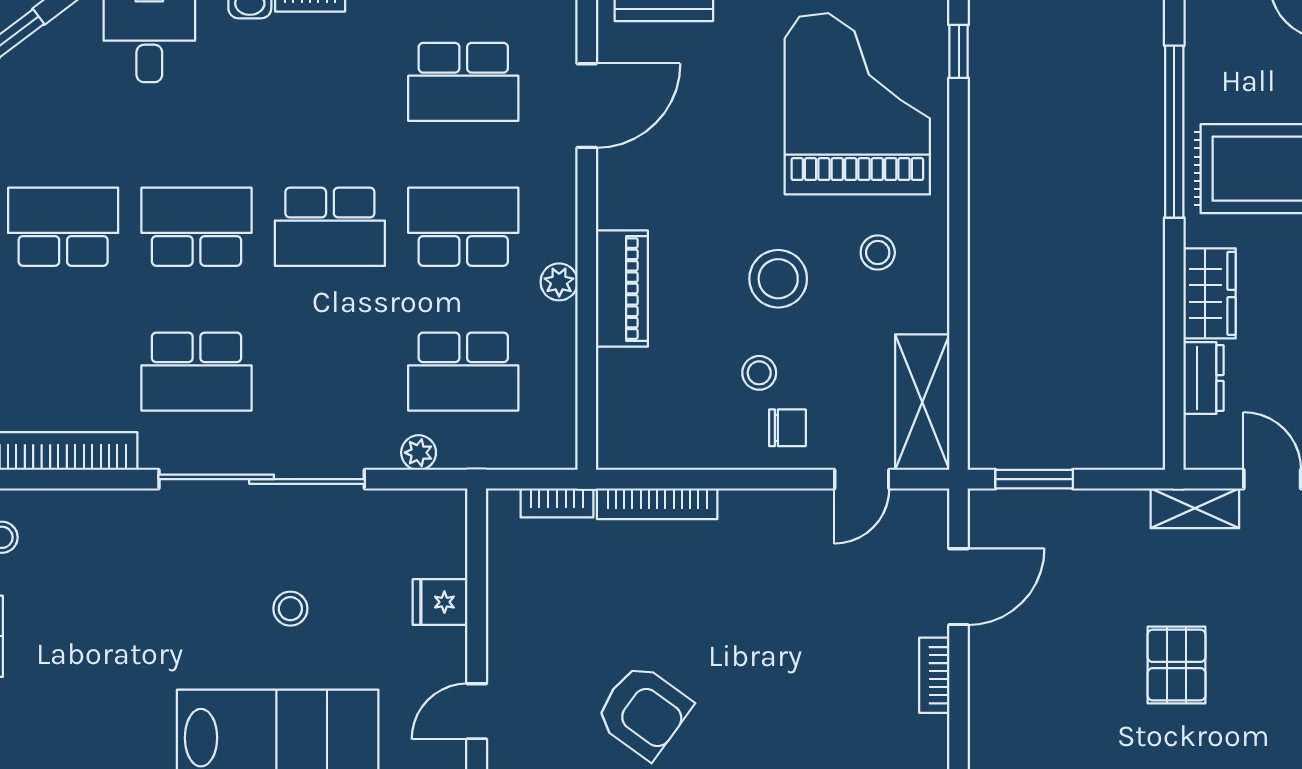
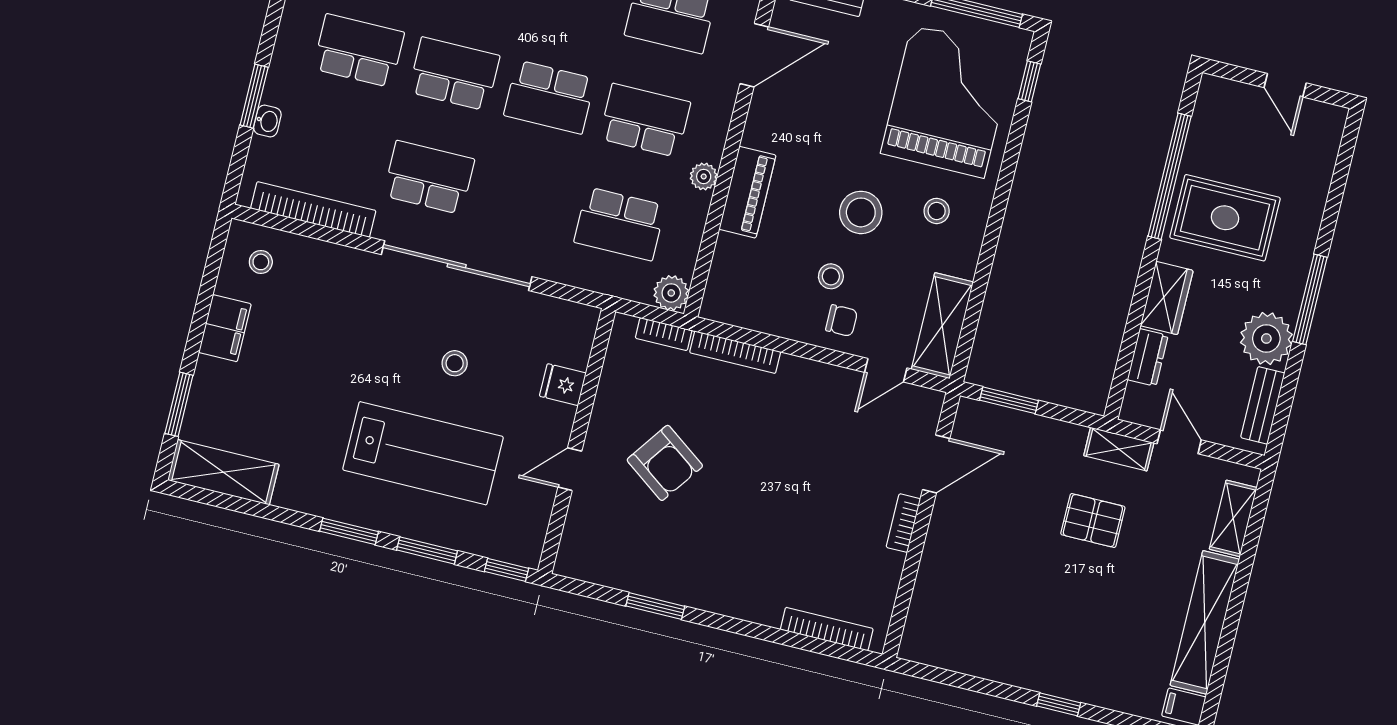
school desk: (197, 372) -> (429, 177), turned 180
plant: (419, 453) -> (671, 293), moved, width x1.38, depth x1.38
pallet: (1177, 665) -> (1093, 521), moved, turned 90
armchair: (643, 711) -> (665, 463), moved

